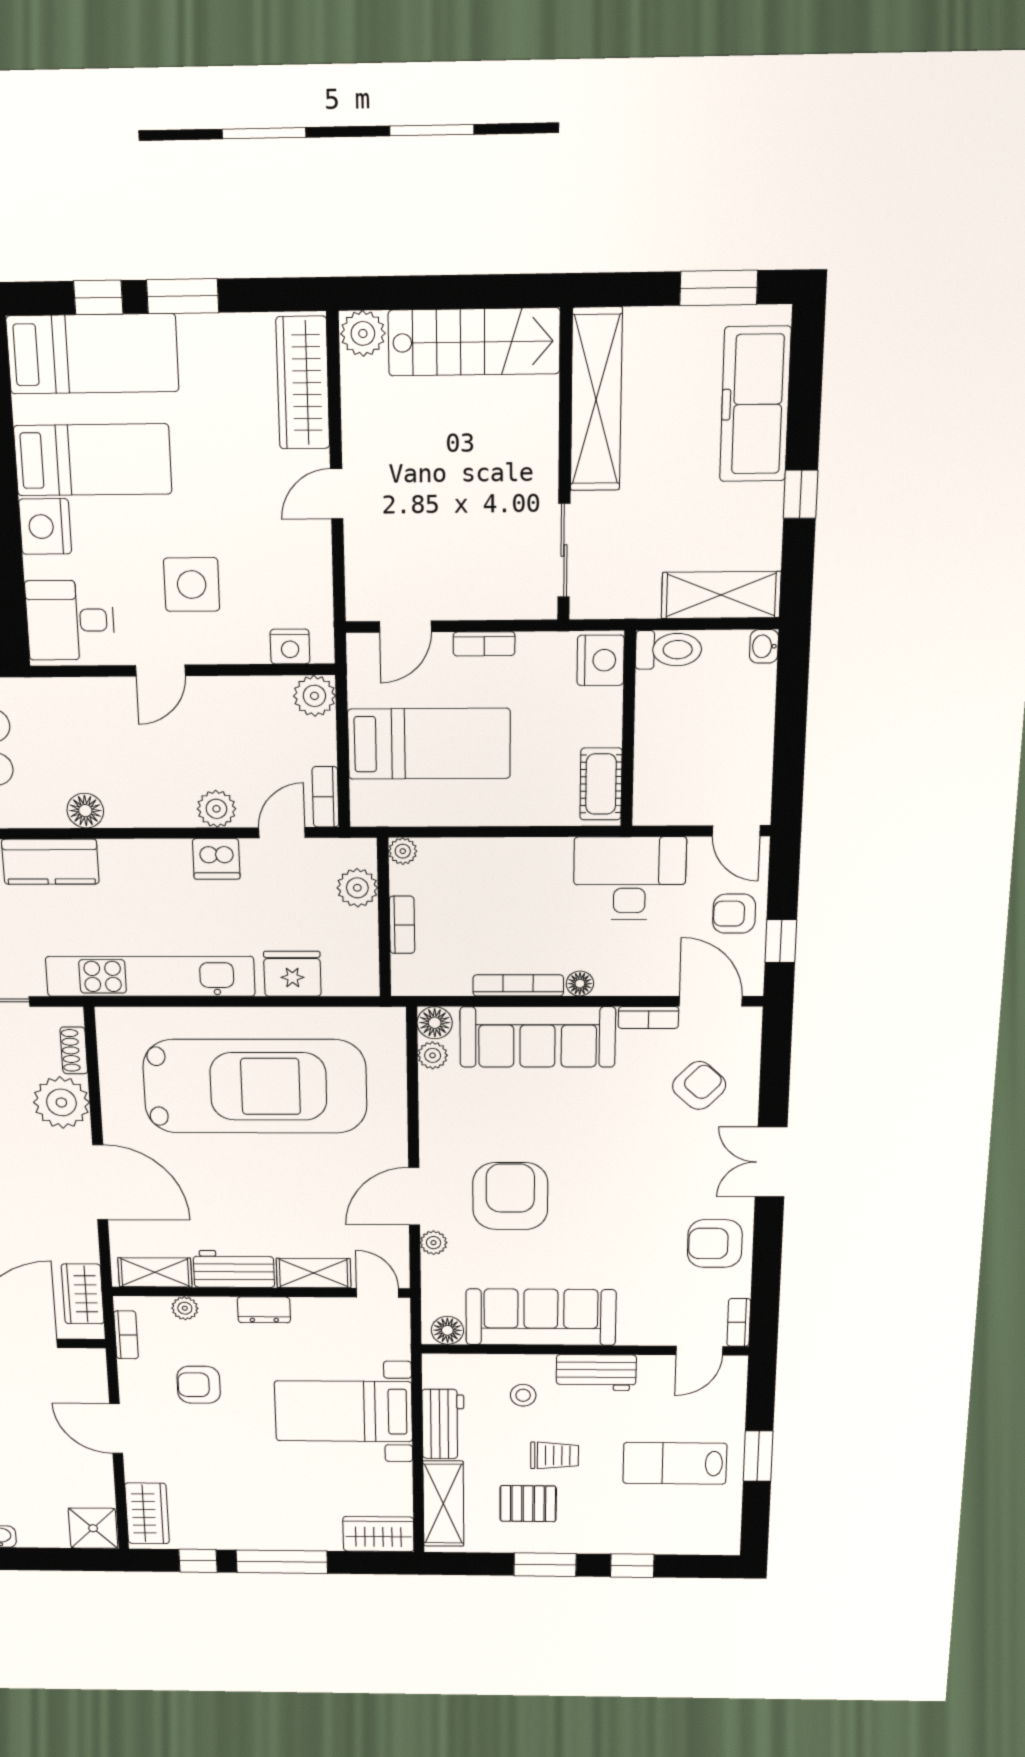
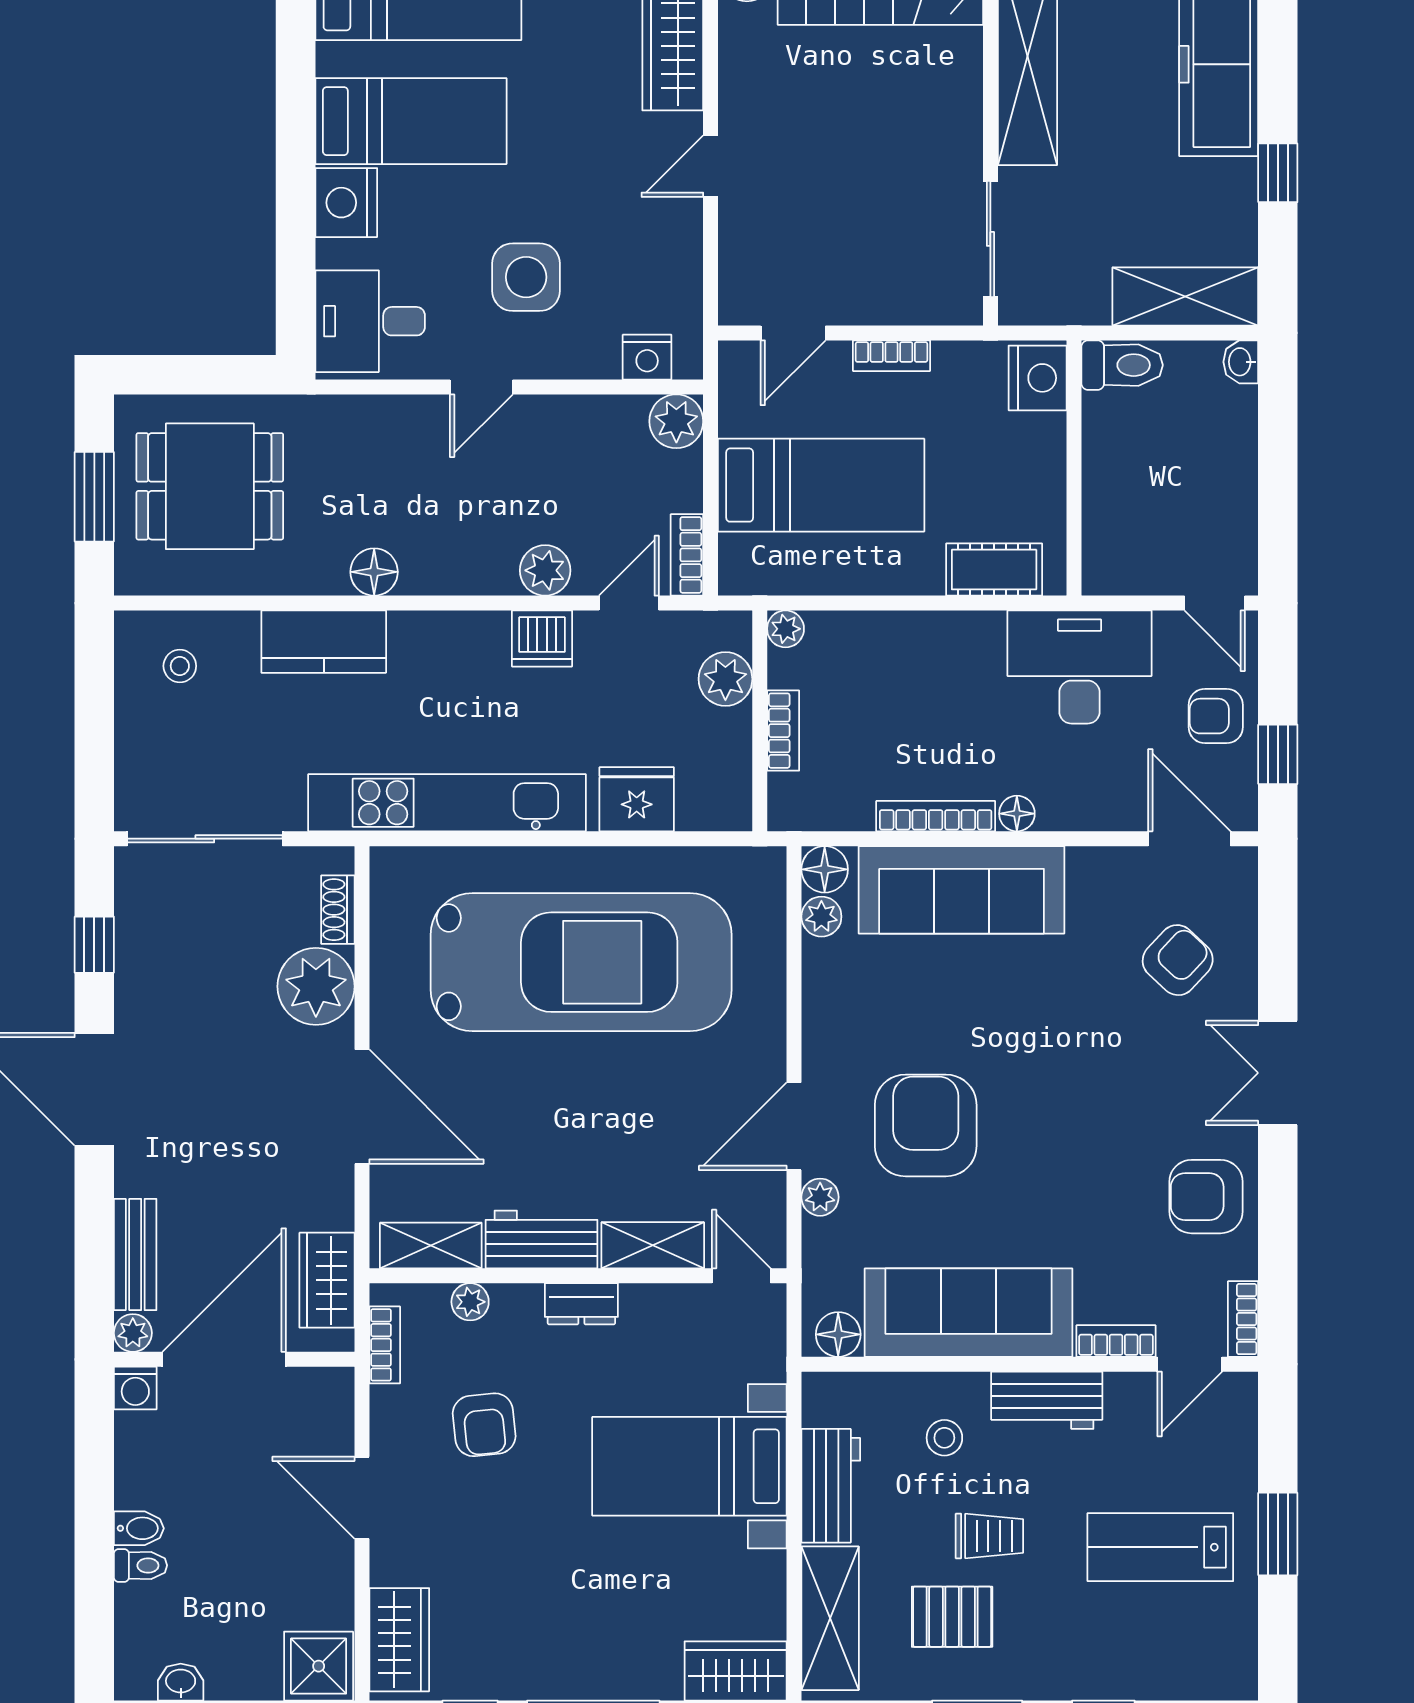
cot: (601, 784) -> (994, 570), moved, turned 90
bookcase: (648, 1018) -> (1116, 1341), moved, turned 180
armchair: (199, 1385) -> (484, 1425), turned -96

